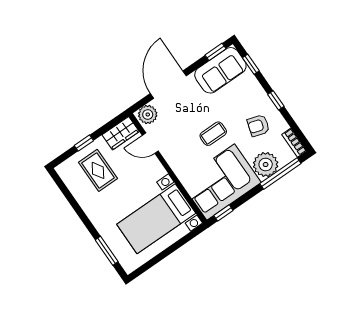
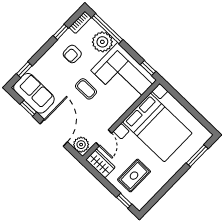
window: (216, 52) -> (28, 108), moved
door: (168, 85) -> (54, 133), swing flipped
window: (276, 100) -> (61, 32), moved
armchair: (258, 126) -> (72, 54), turned 73
window: (84, 143) -> (124, 201), moved
bed with nightstands: (156, 219) -> (157, 127), width x1.36

